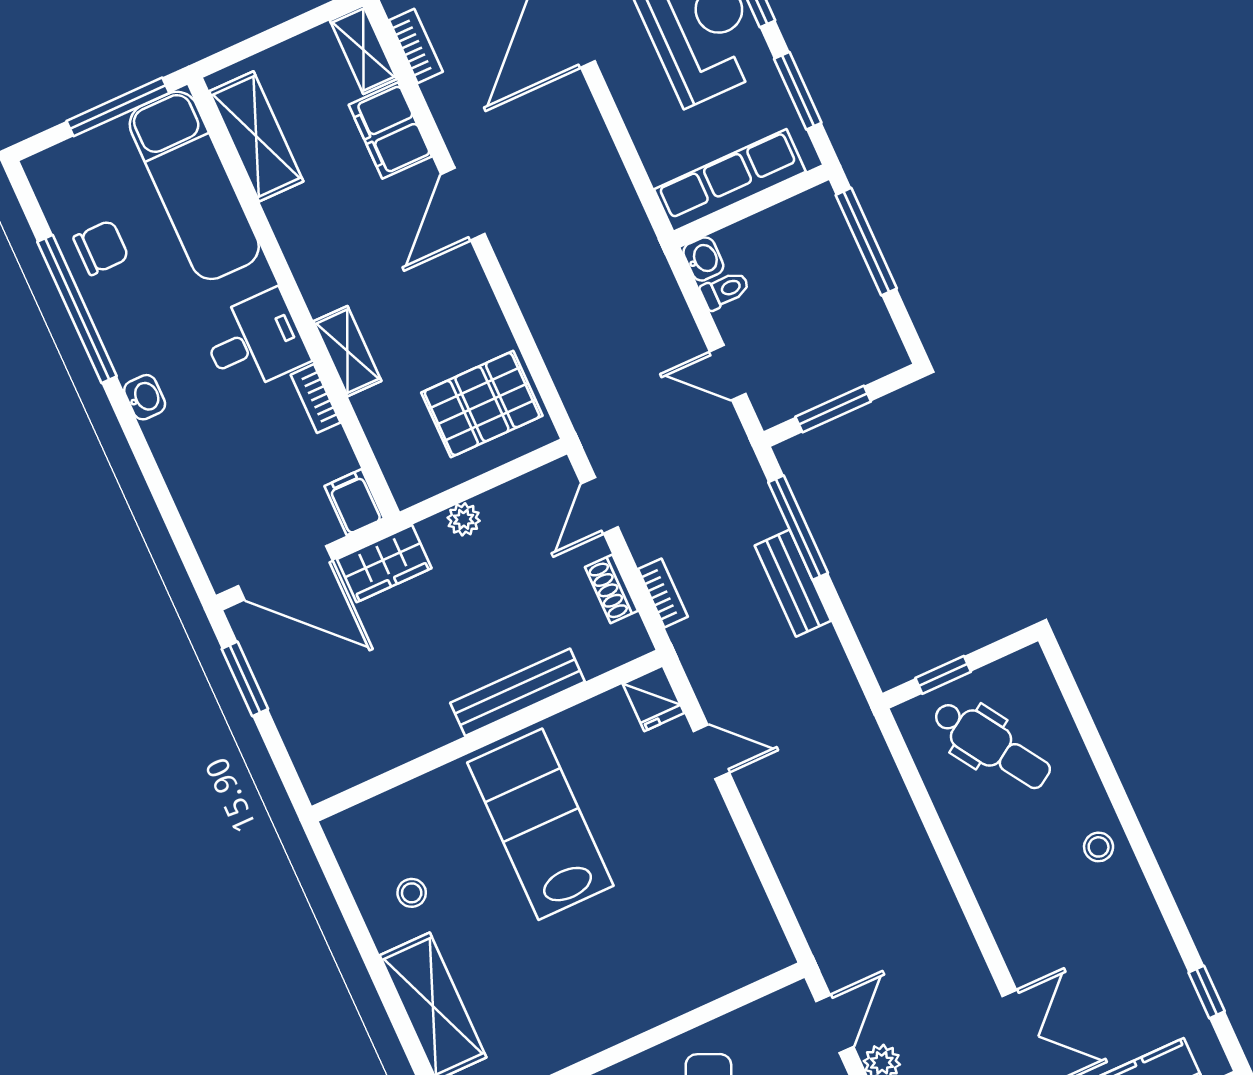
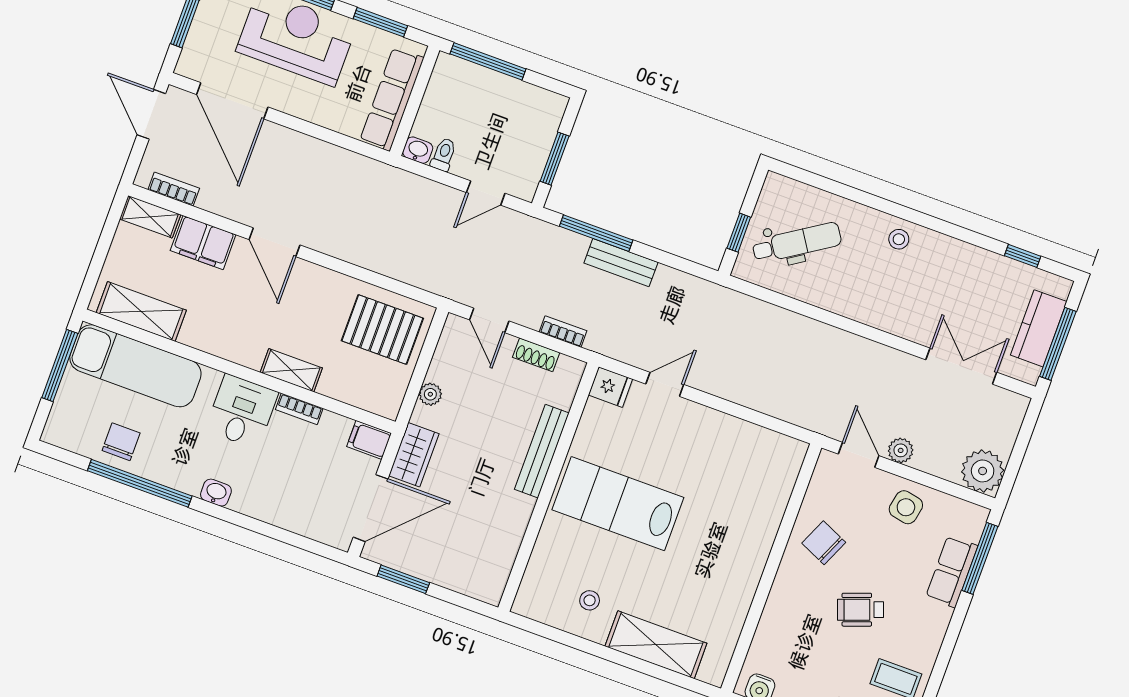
pallet: (482, 404) -> (382, 329), turned 90

